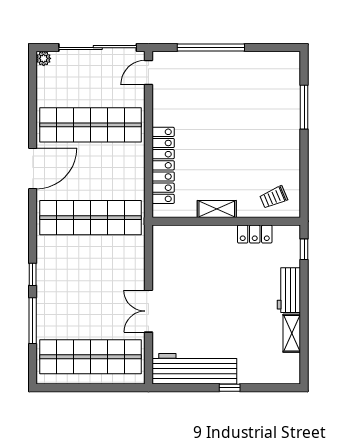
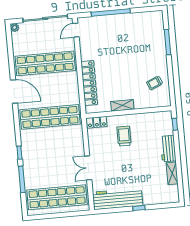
door: (33, 169) -> (14, 92), hinge flipped
trolley: (274, 197) -> (155, 83), moved
locker: (255, 234) -> (97, 122), moved
trolley: (215, 262) -> (124, 136), added

